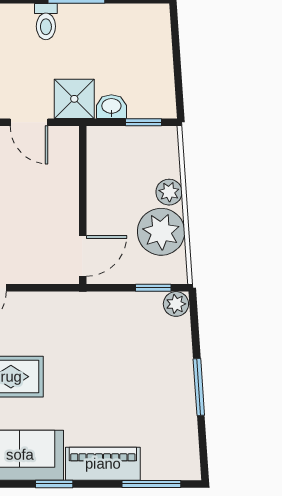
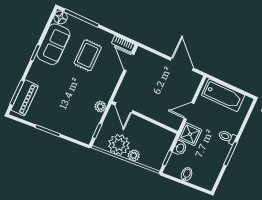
bidet: (158, 69) -> (187, 174), added
plant: (176, 304) -> (100, 106), moved
piano: (103, 464) -> (25, 98), moved

